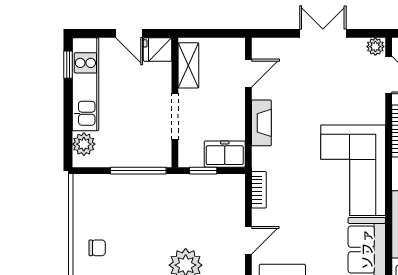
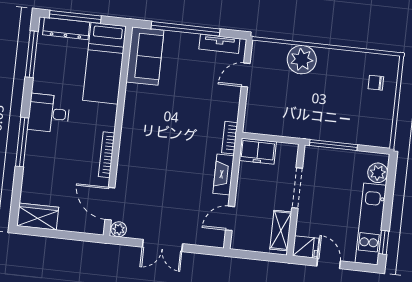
corner sofa: (353, 170) -> (149, 125), removed
window: (203, 171) -> (278, 139), removed
bookcase: (259, 190) -> (230, 138), moved

